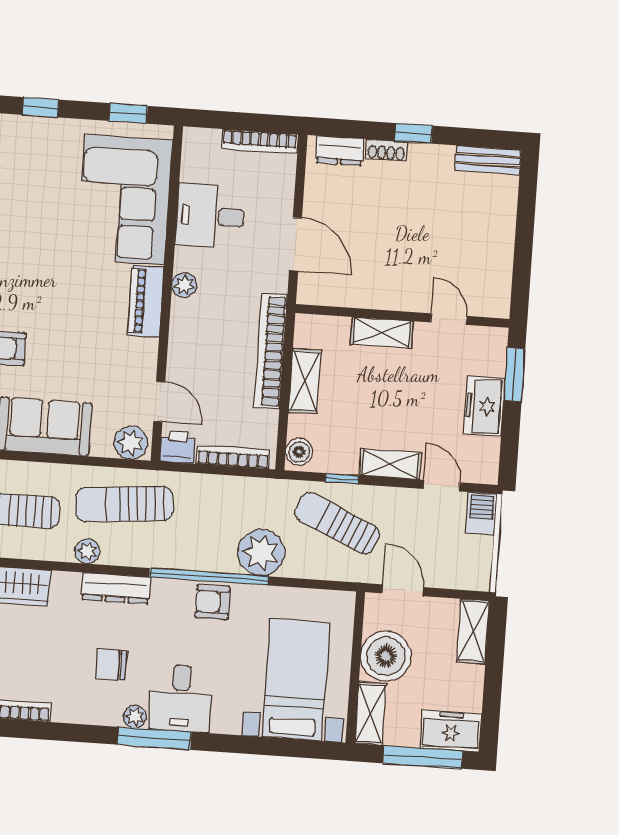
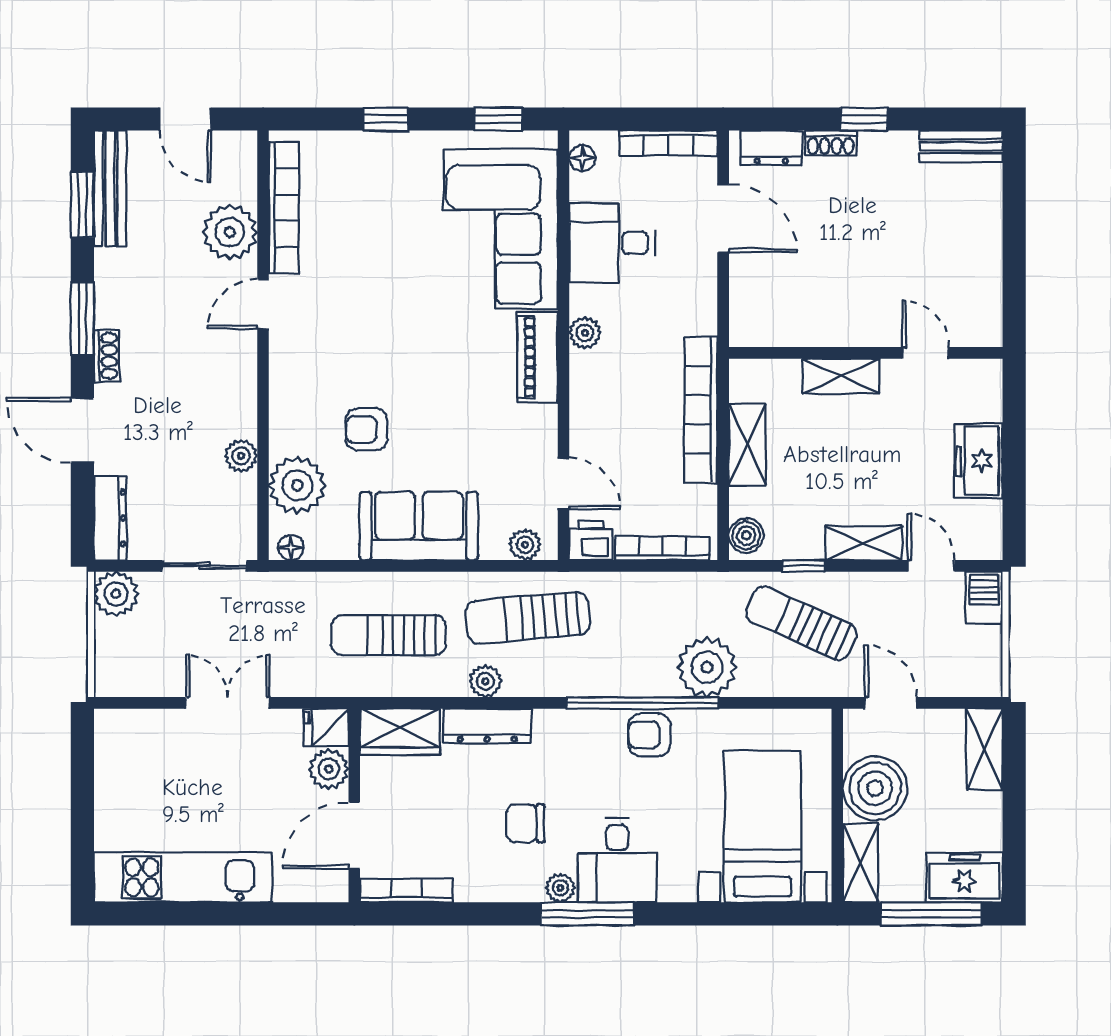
floor lamp: (192, 148) -> (582, 158), added
door: (295, 244) -> (723, 218), moved
window: (514, 375) -> (1014, 418), removed
plant: (131, 443) -> (525, 545), width x0.73, depth x0.73
dresser: (116, 588) -> (487, 726), moved

